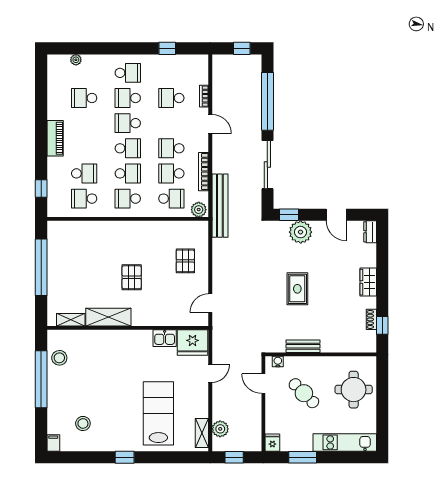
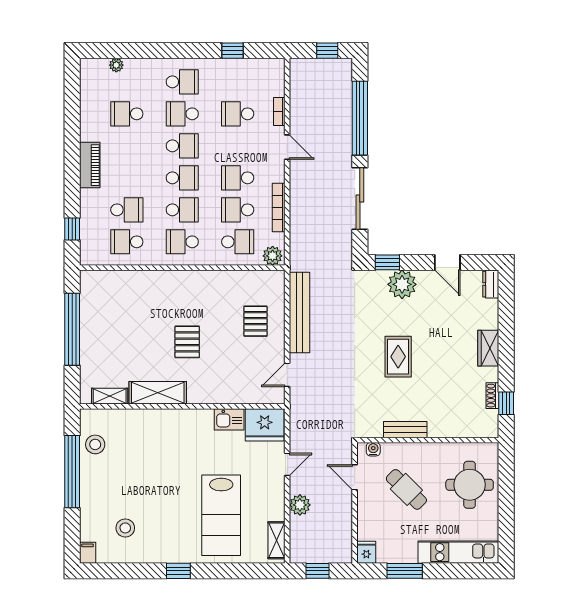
school desk: (128, 123) -> (182, 146), turned 180
bench: (220, 206) -> (300, 313), moved
lab bench: (158, 413) -> (221, 515), turned 180
plant: (220, 429) -> (300, 505), moved

